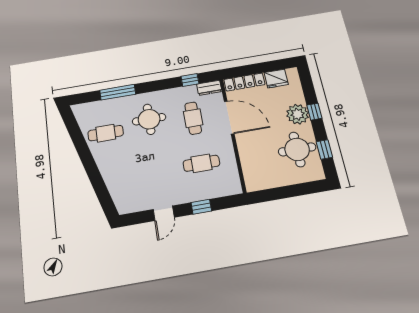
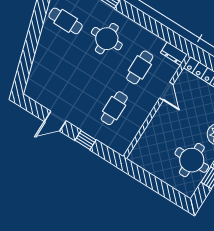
window: (190, 80) -> (166, 34), removed
door: (229, 118) -> (166, 91), width x0.53
cafe table: (201, 163) -> (114, 108), turned 90

